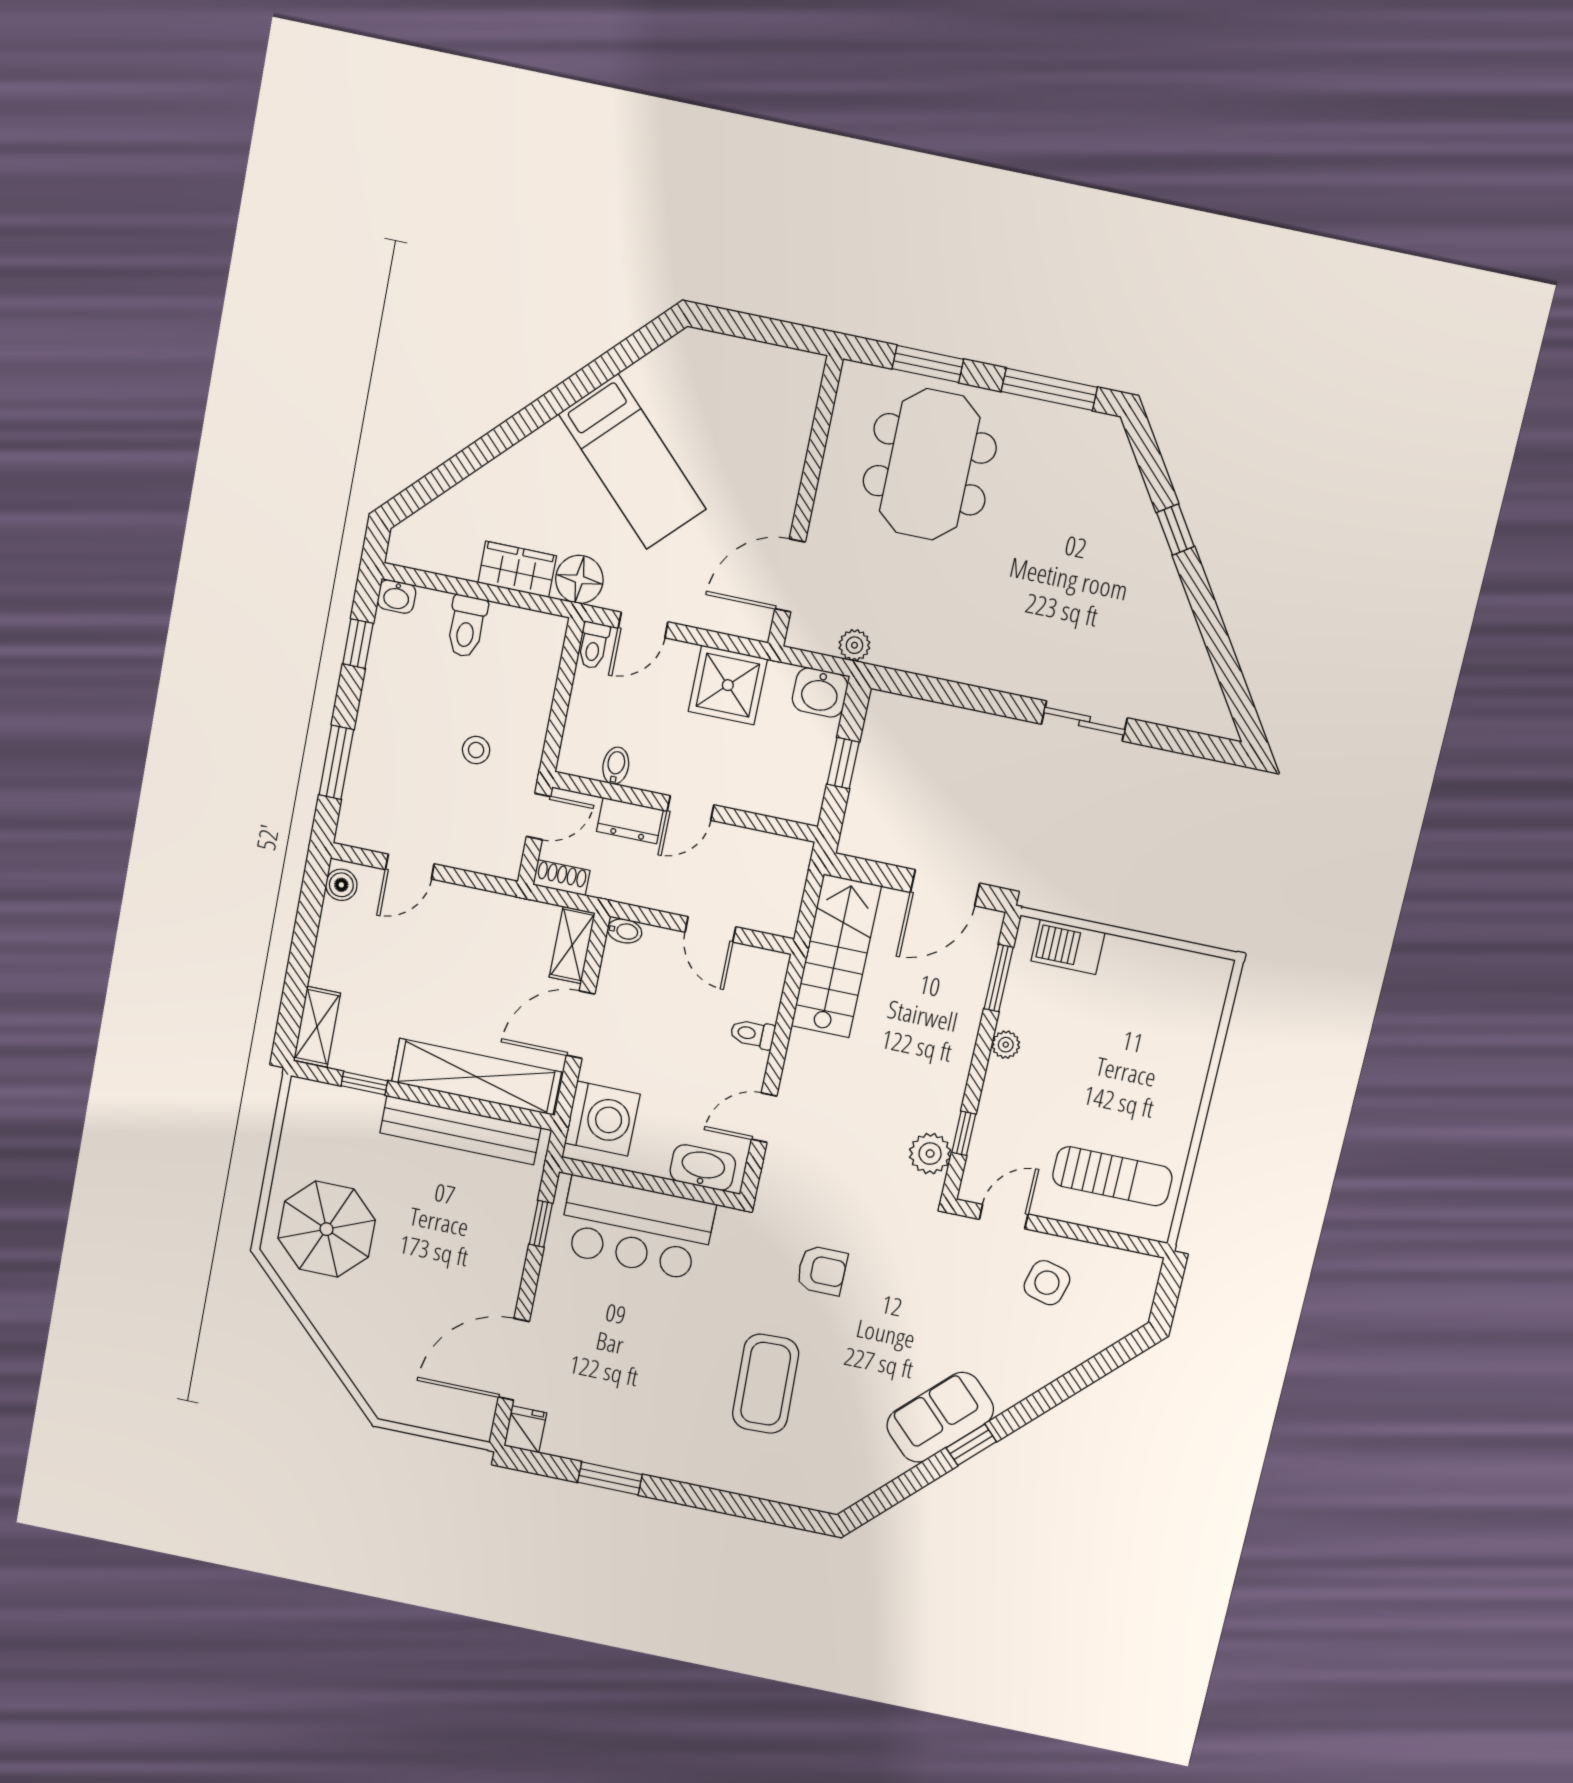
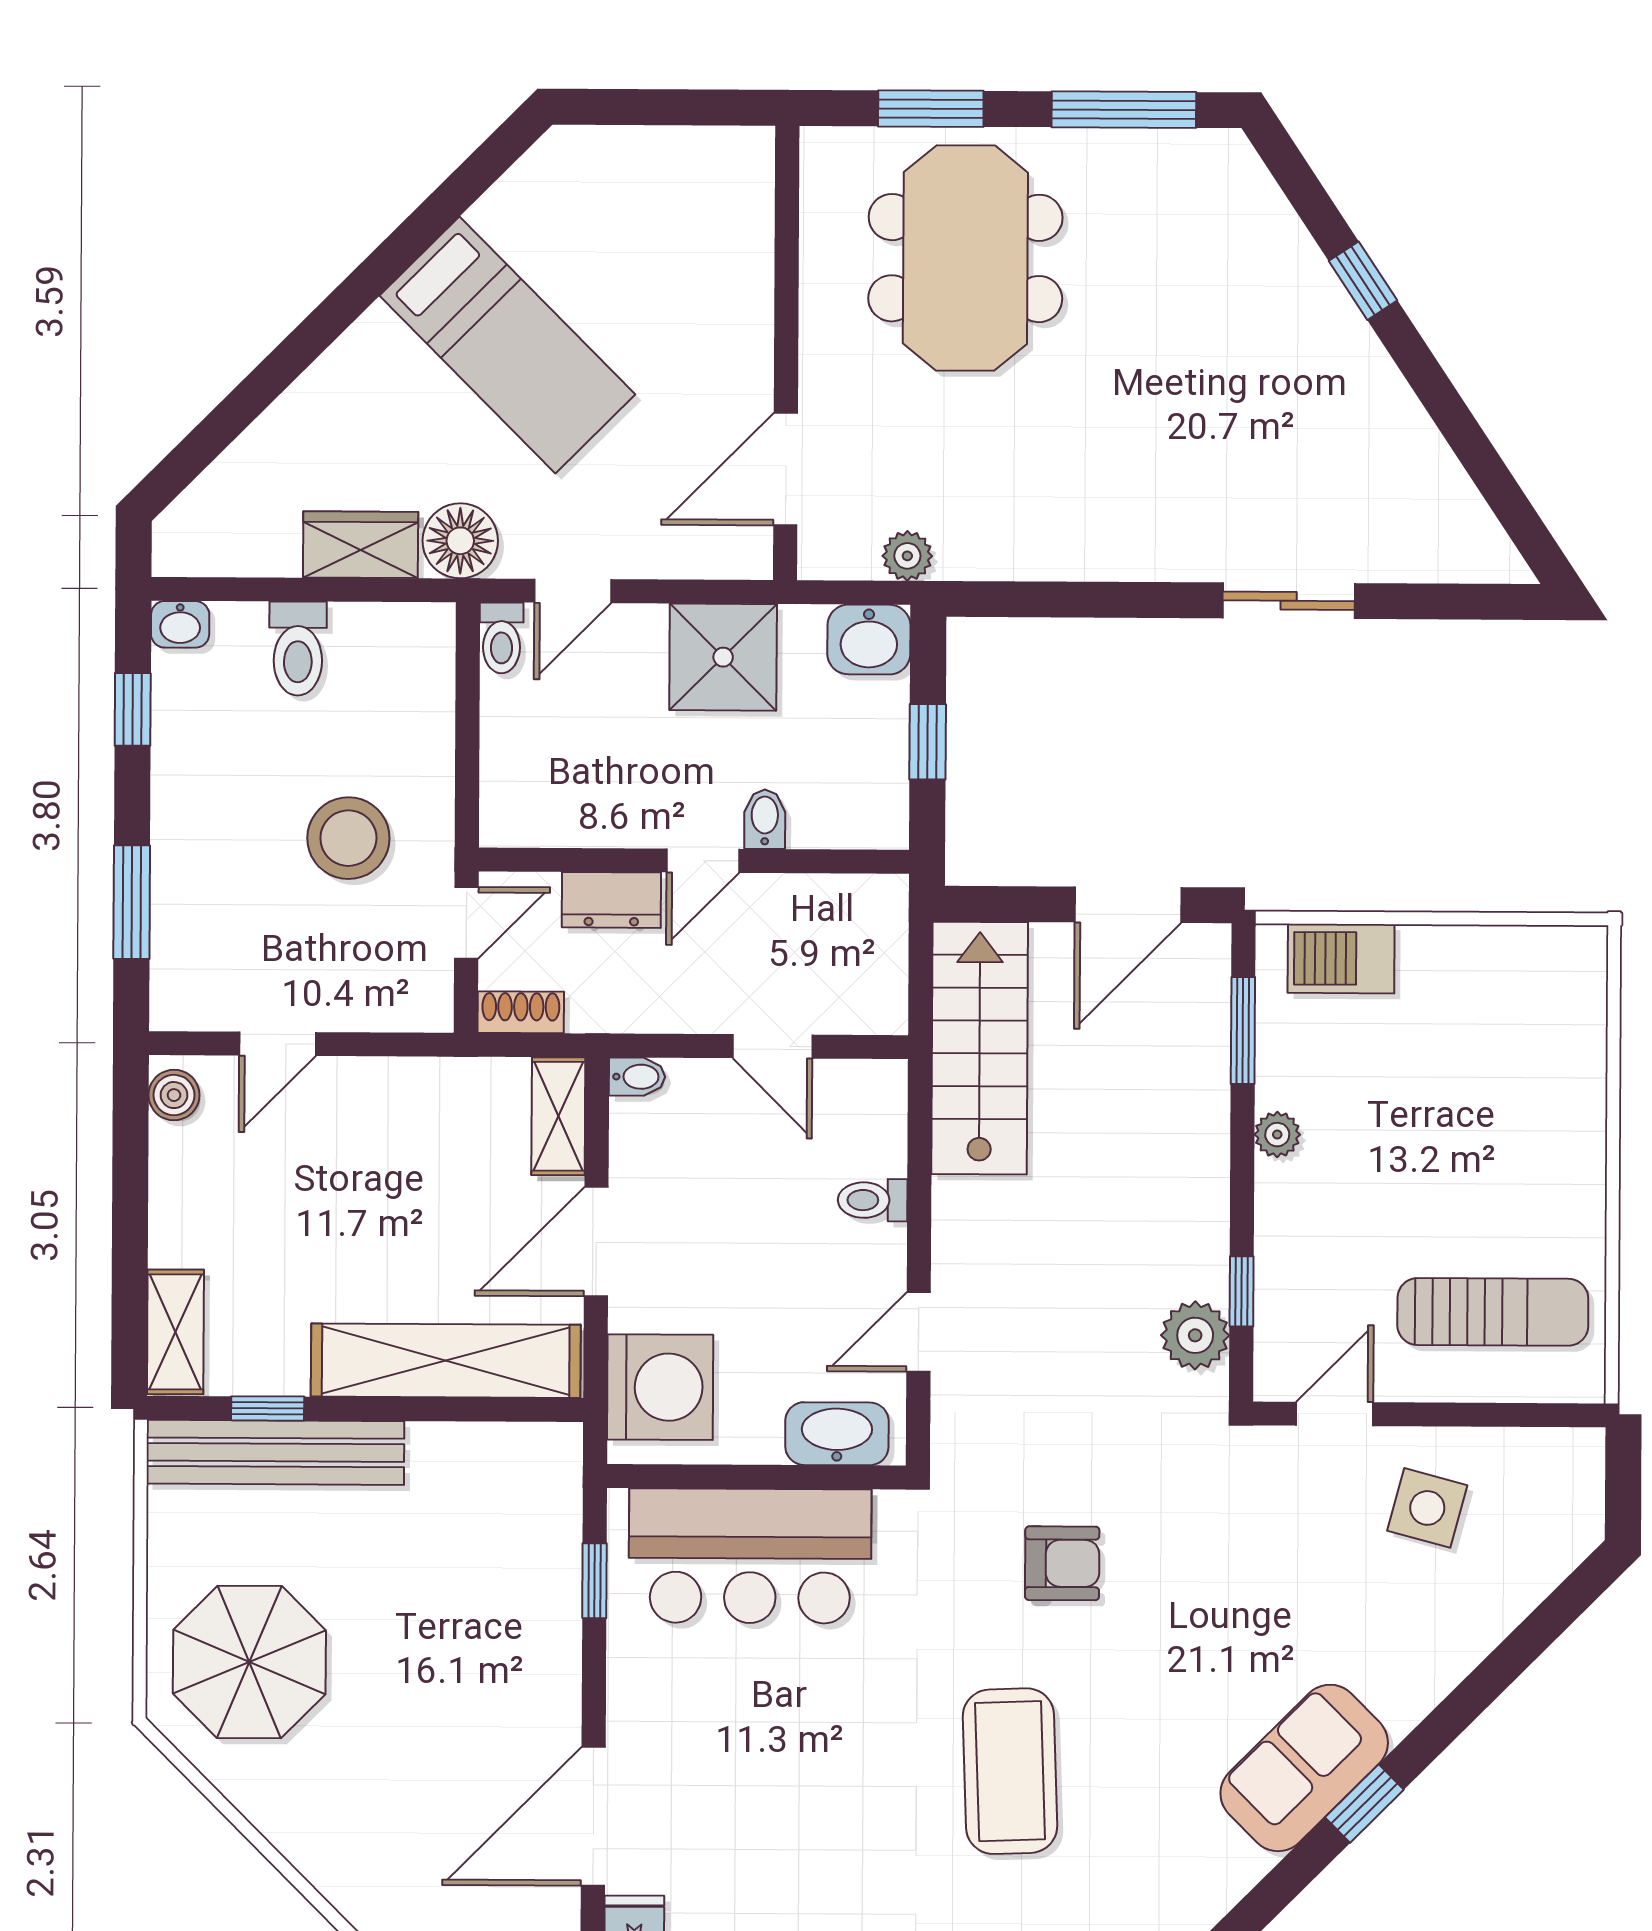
stool: (476, 750) -> (348, 838), width x1.89, depth x1.89
bidet: (616, 766) -> (765, 819), moved
bench: (460, 1130) -> (275, 1452), moved

